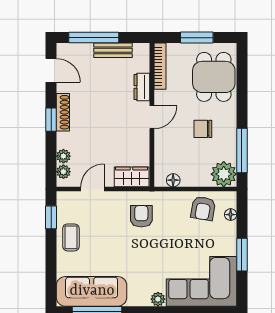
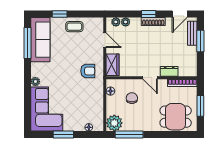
window: (94, 38) -> (200, 41), width x0.69
bench: (113, 50) -> (192, 33), moved
chair: (203, 129) -> (132, 98), moved
armchair: (203, 208) -> (93, 110), removed
window: (51, 217) -> (60, 14), moved

